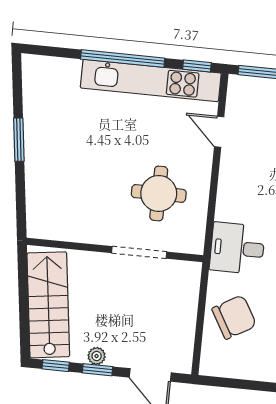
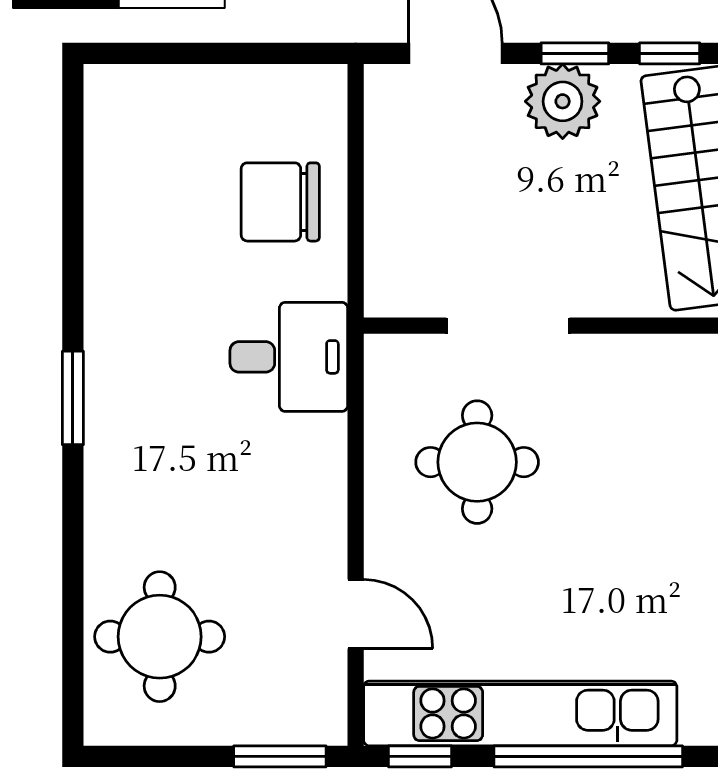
chair: (234, 317) -> (280, 202), turned 30
plant: (97, 356) -> (563, 101), width x1.88, depth x1.88

